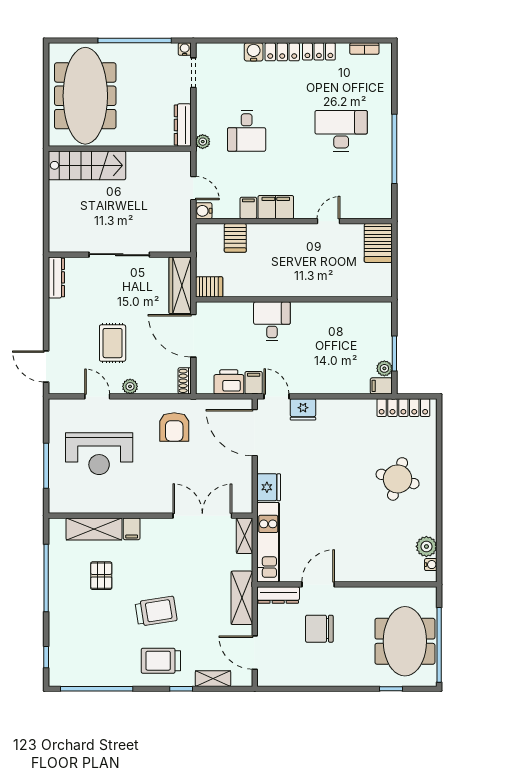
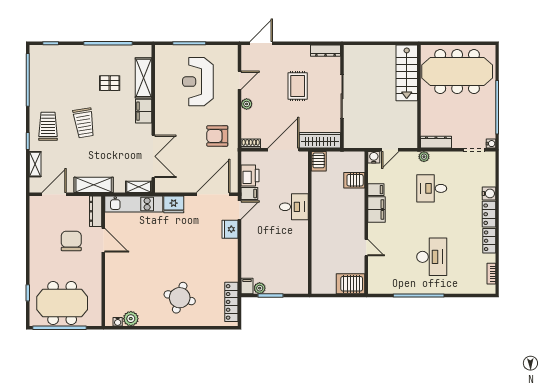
rug: (113, 343) -> (298, 86), moved, turned 90
filing cabinet: (132, 529) -> (144, 111), width x2.00

